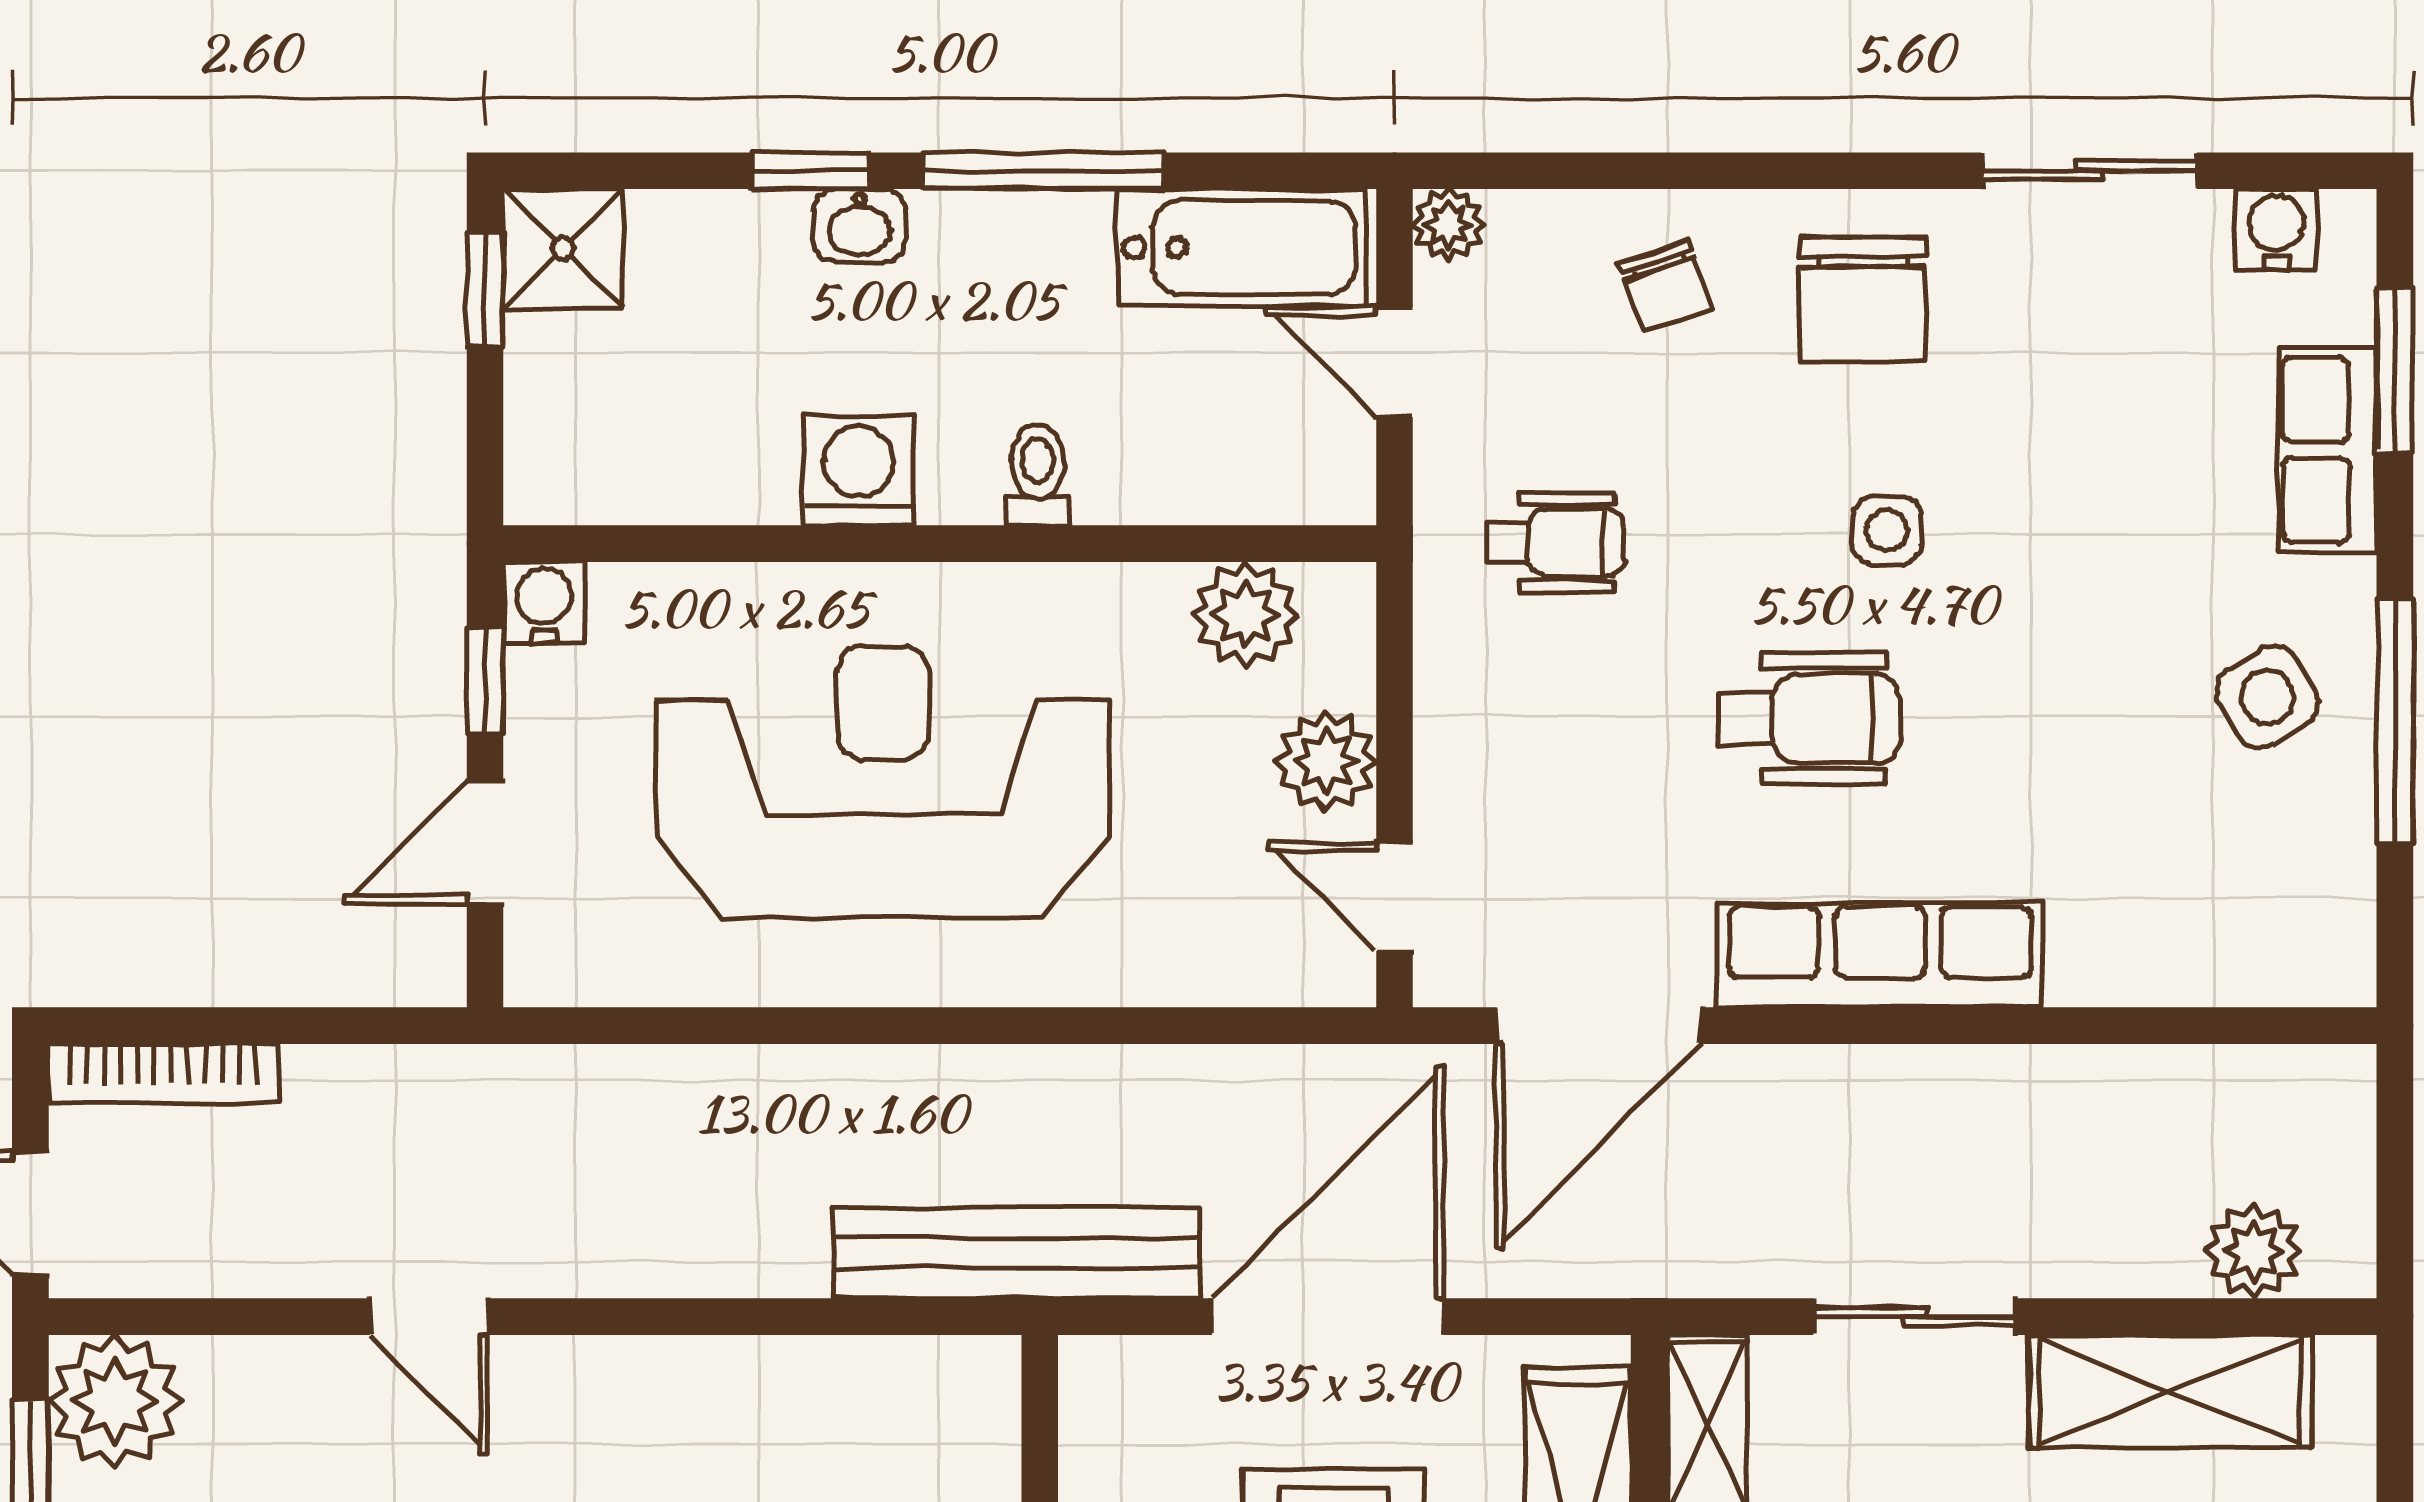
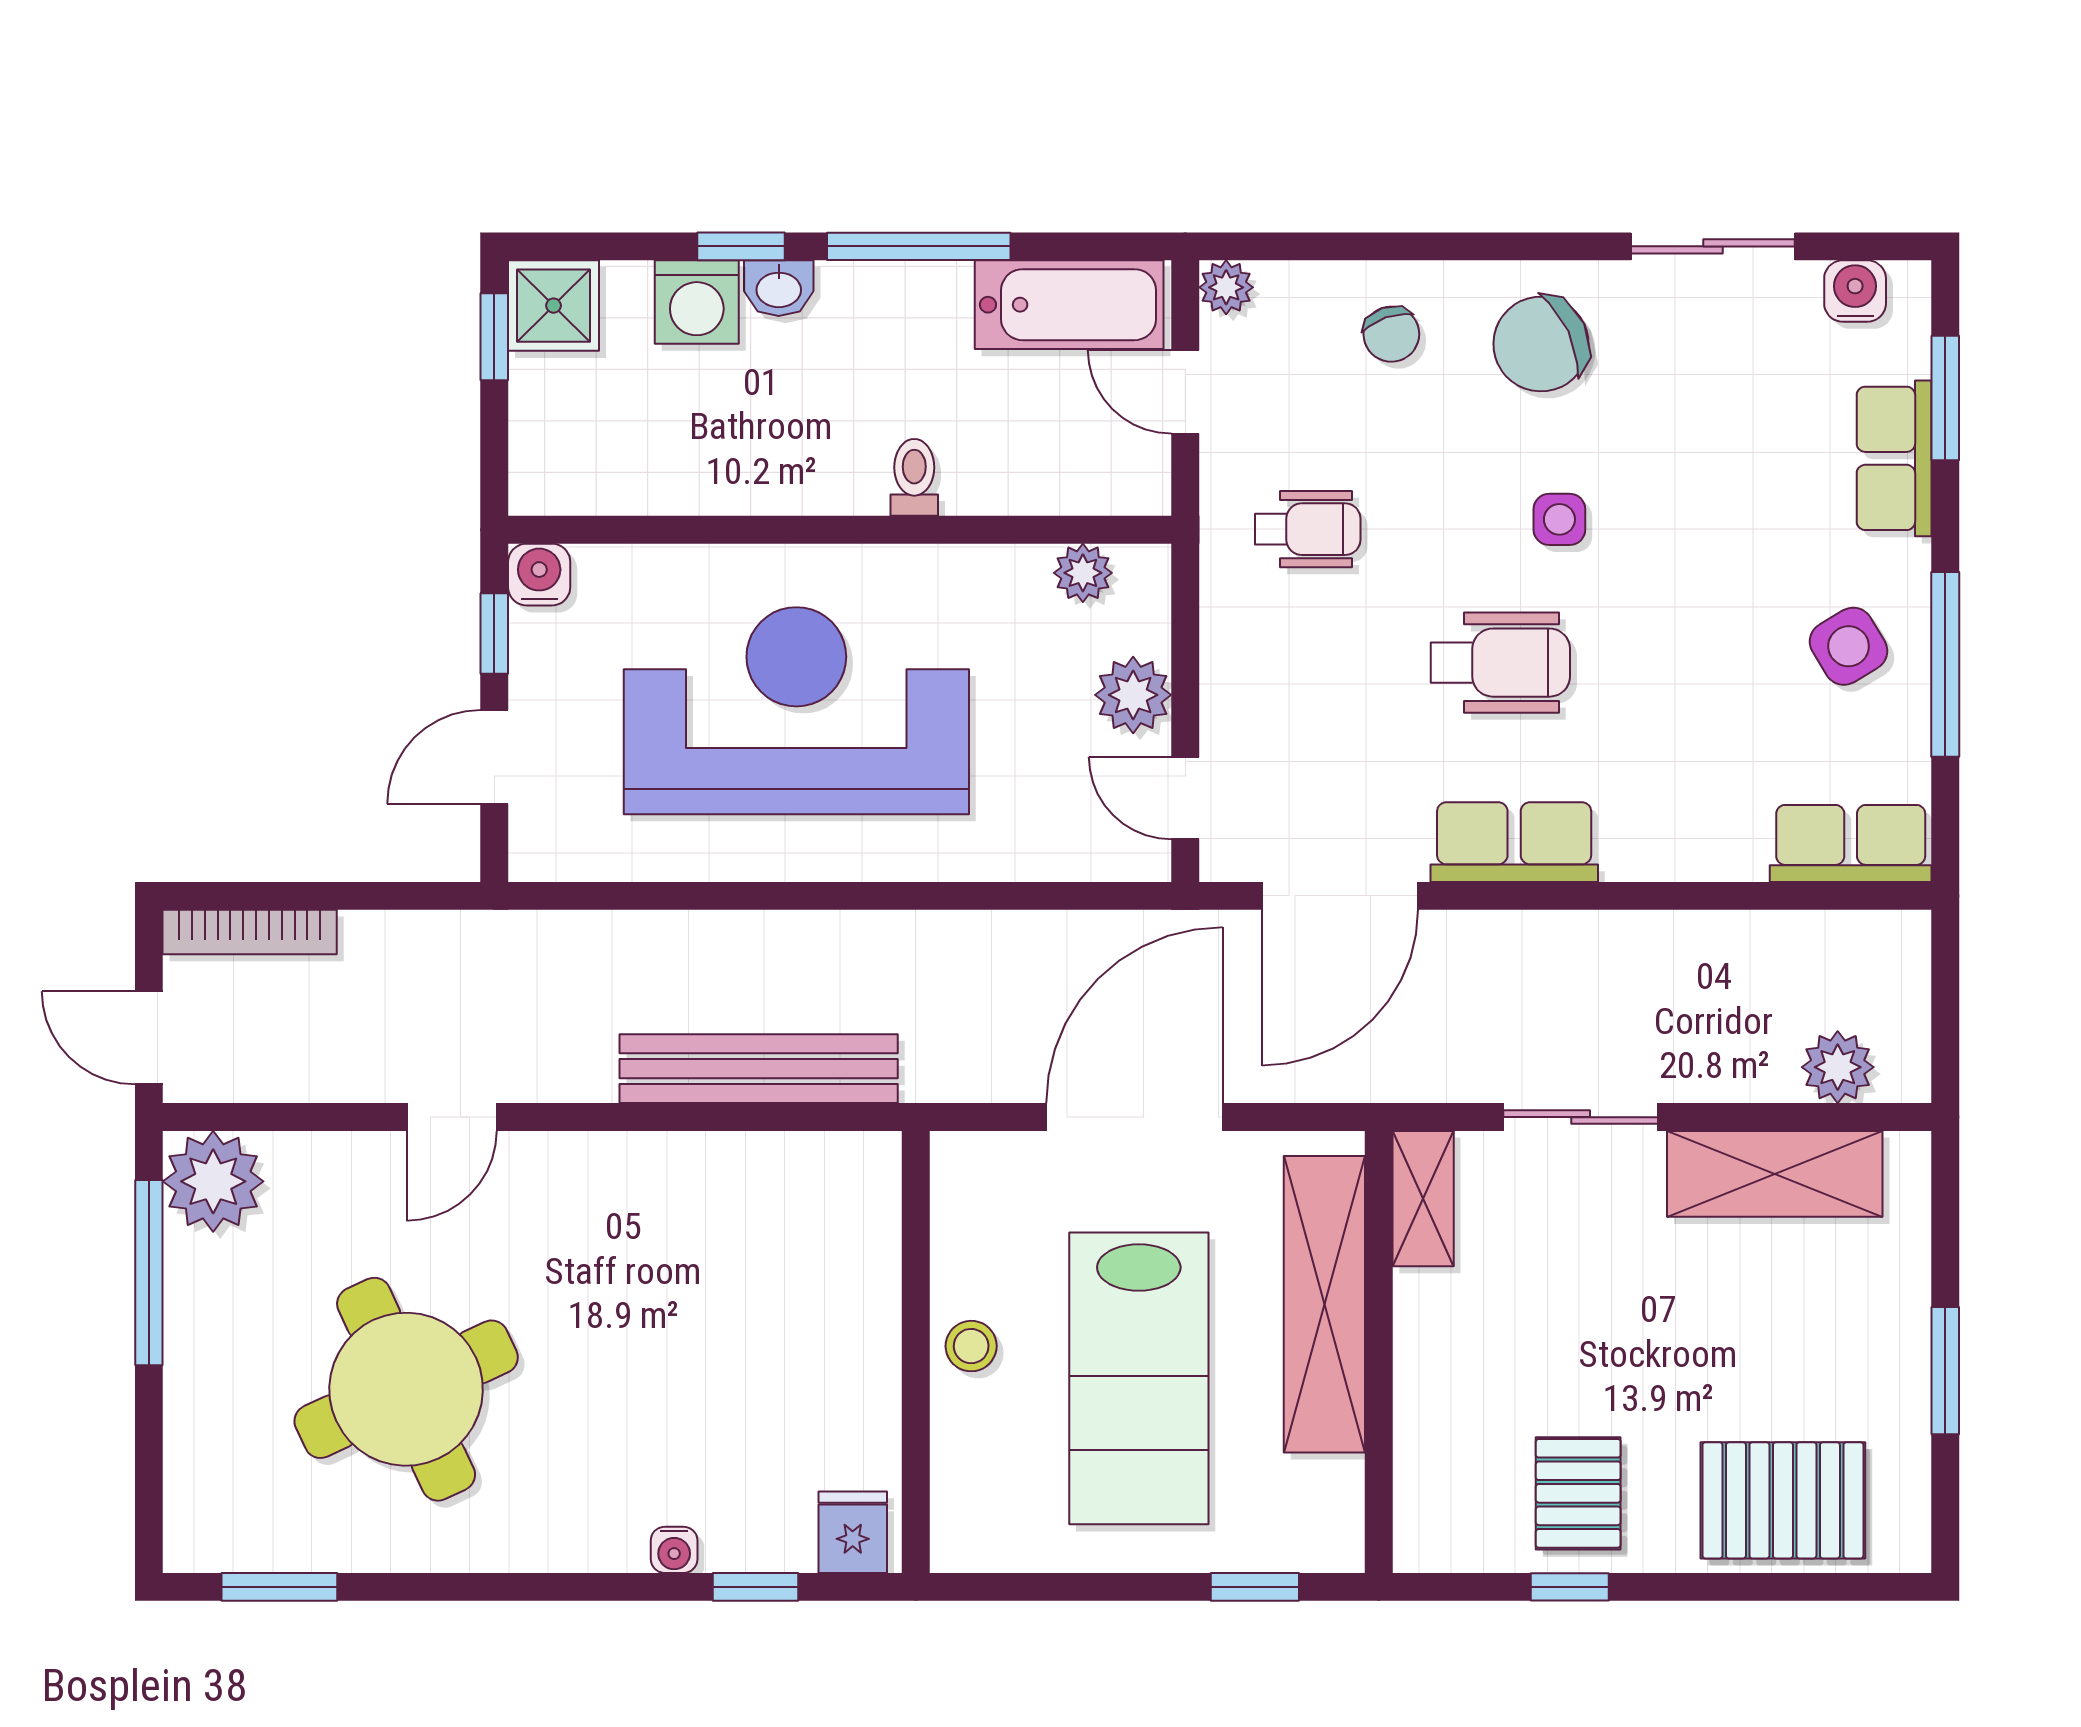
chair: (1863, 299) -> (1541, 344), turned 65
washing machine: (859, 470) -> (697, 302), moved, turned 180
plant: (1245, 615) -> (1083, 573), width x0.73, depth x0.73
row of seats: (1880, 955) -> (1514, 842), width x0.68
row of seats: (2270, 957) -> (1851, 843), added
bench: (1017, 1253) -> (759, 1069), moved
door: (429, 1317) -> (452, 1117), hinge flipped

